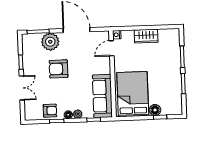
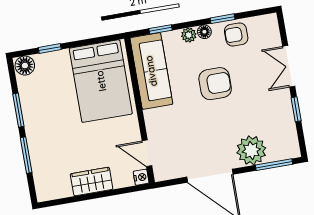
door: (111, 48) -> (147, 153), swing flipped
armchair: (59, 69) -> (215, 84), moved
floor lamp: (155, 110) -> (25, 66), moved

